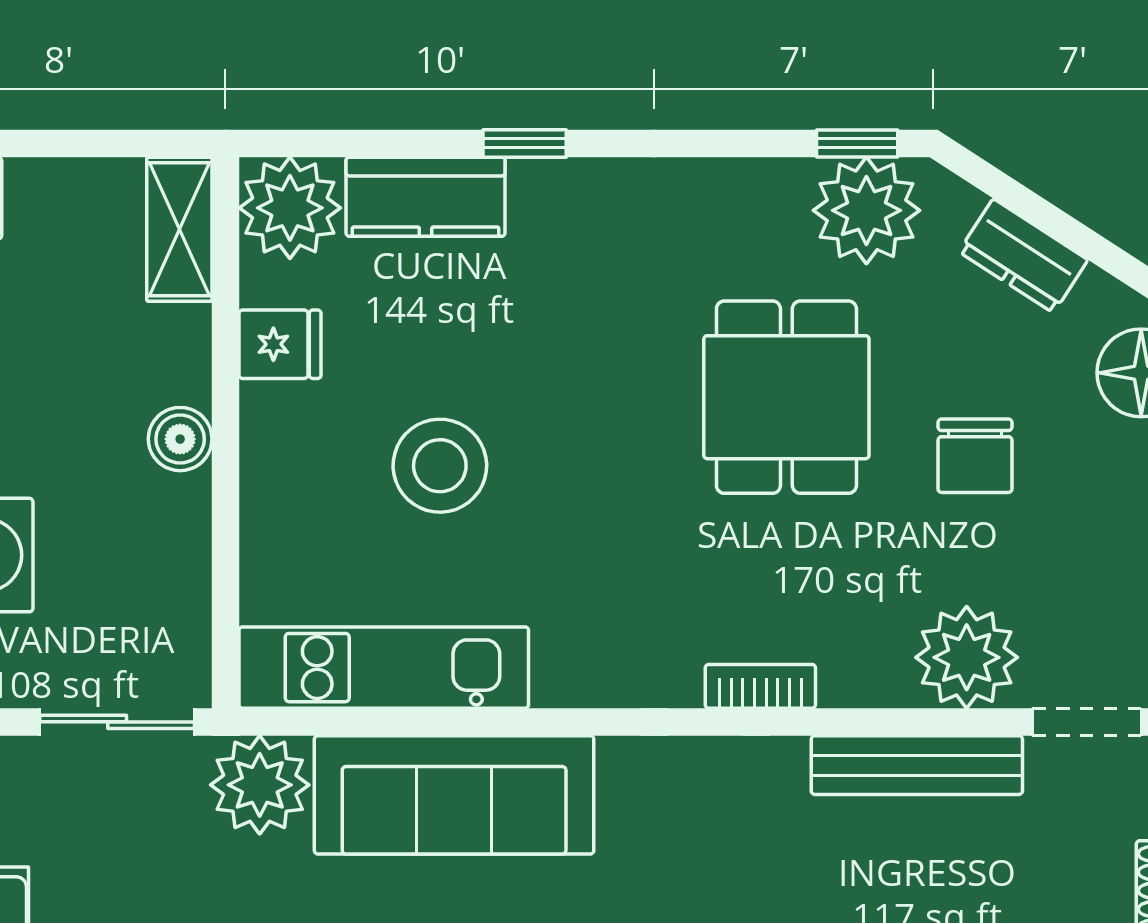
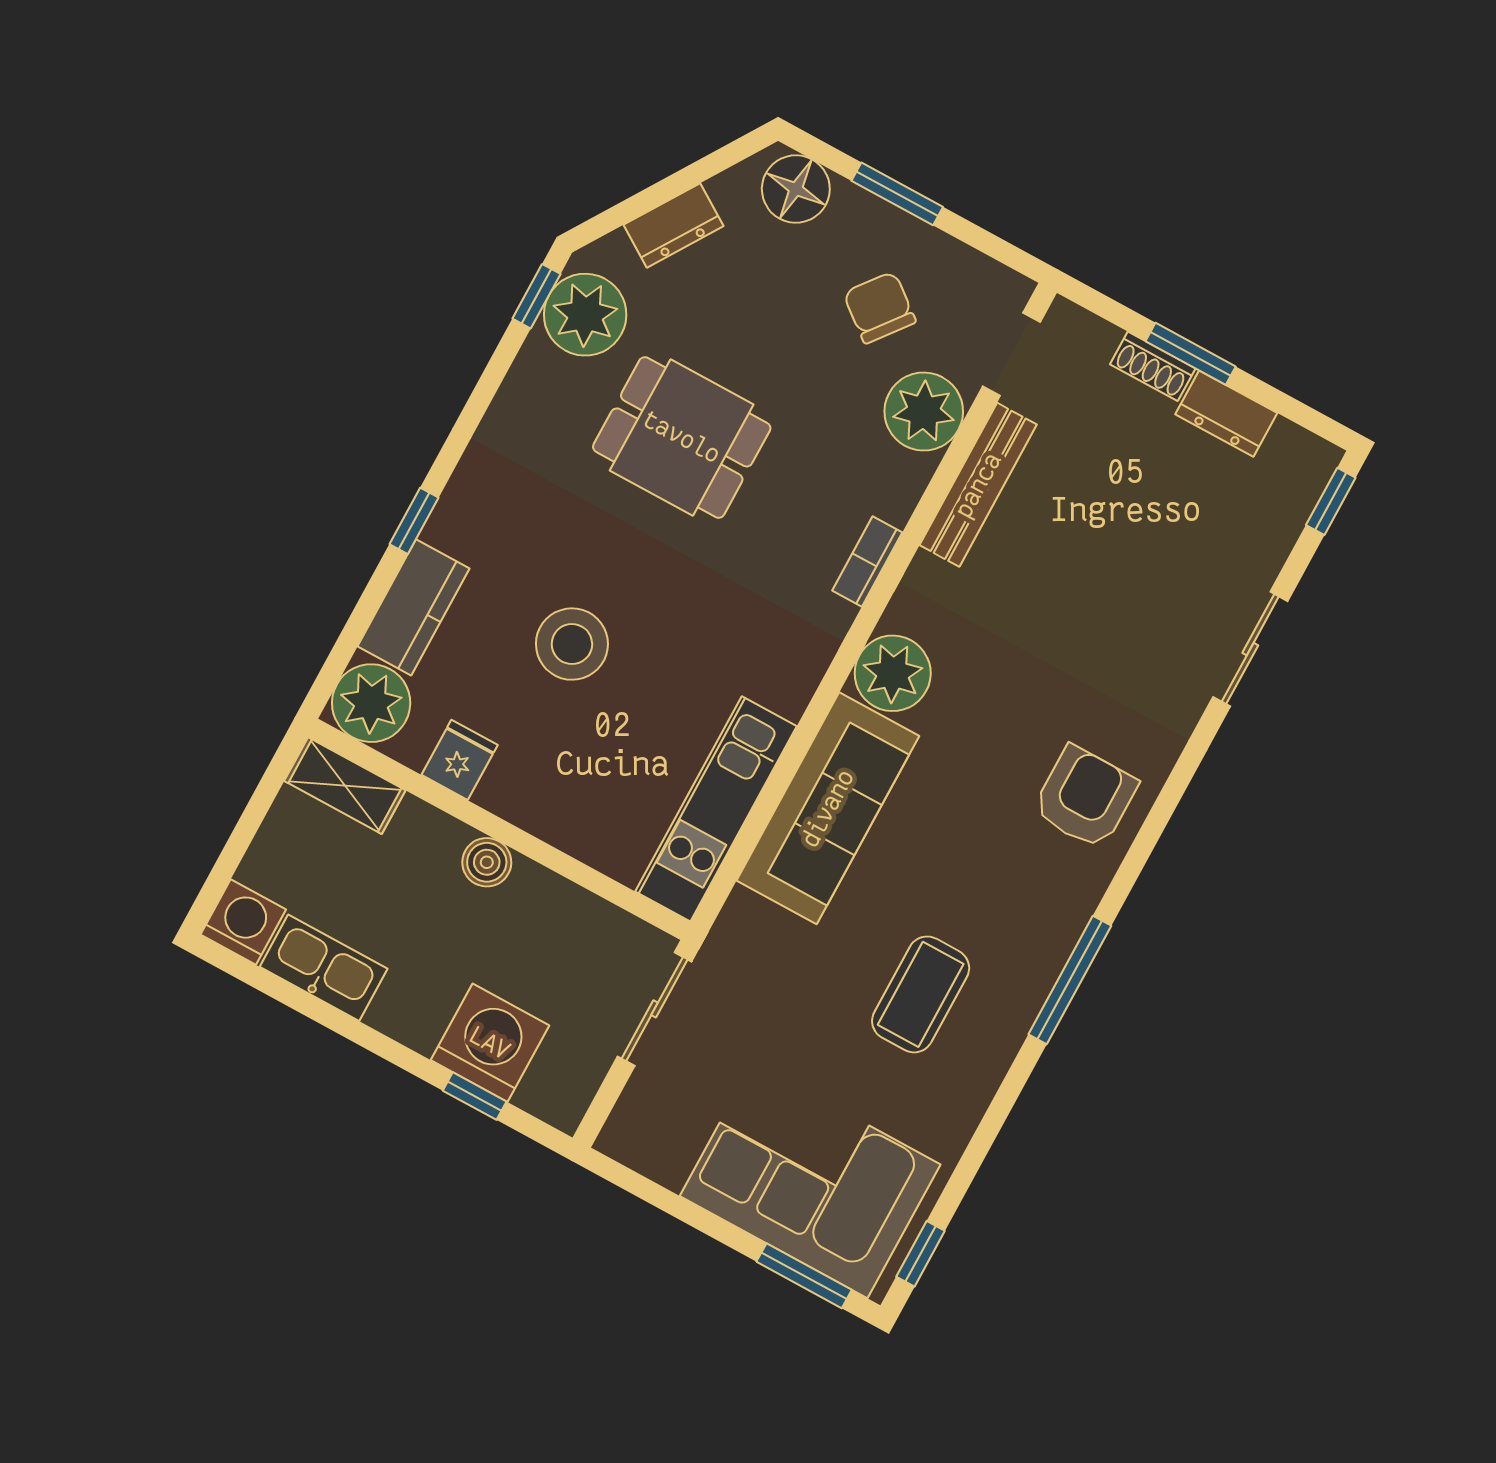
chair: (975, 456) -> (880, 307), moved, turned -142
stool: (440, 466) -> (572, 644), moved
plant: (260, 785) -> (893, 673), moved

